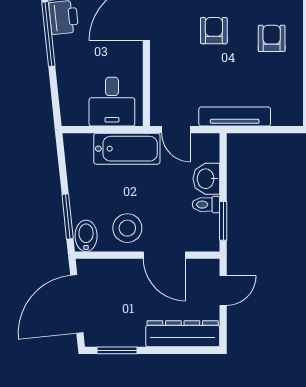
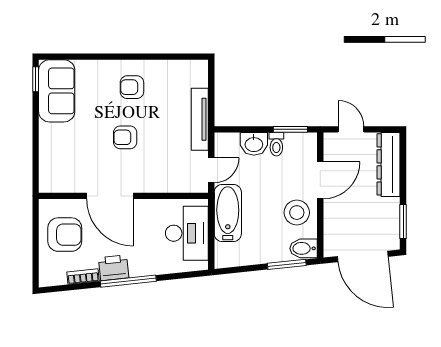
desk: (112, 102) -> (187, 233), width x1.37

